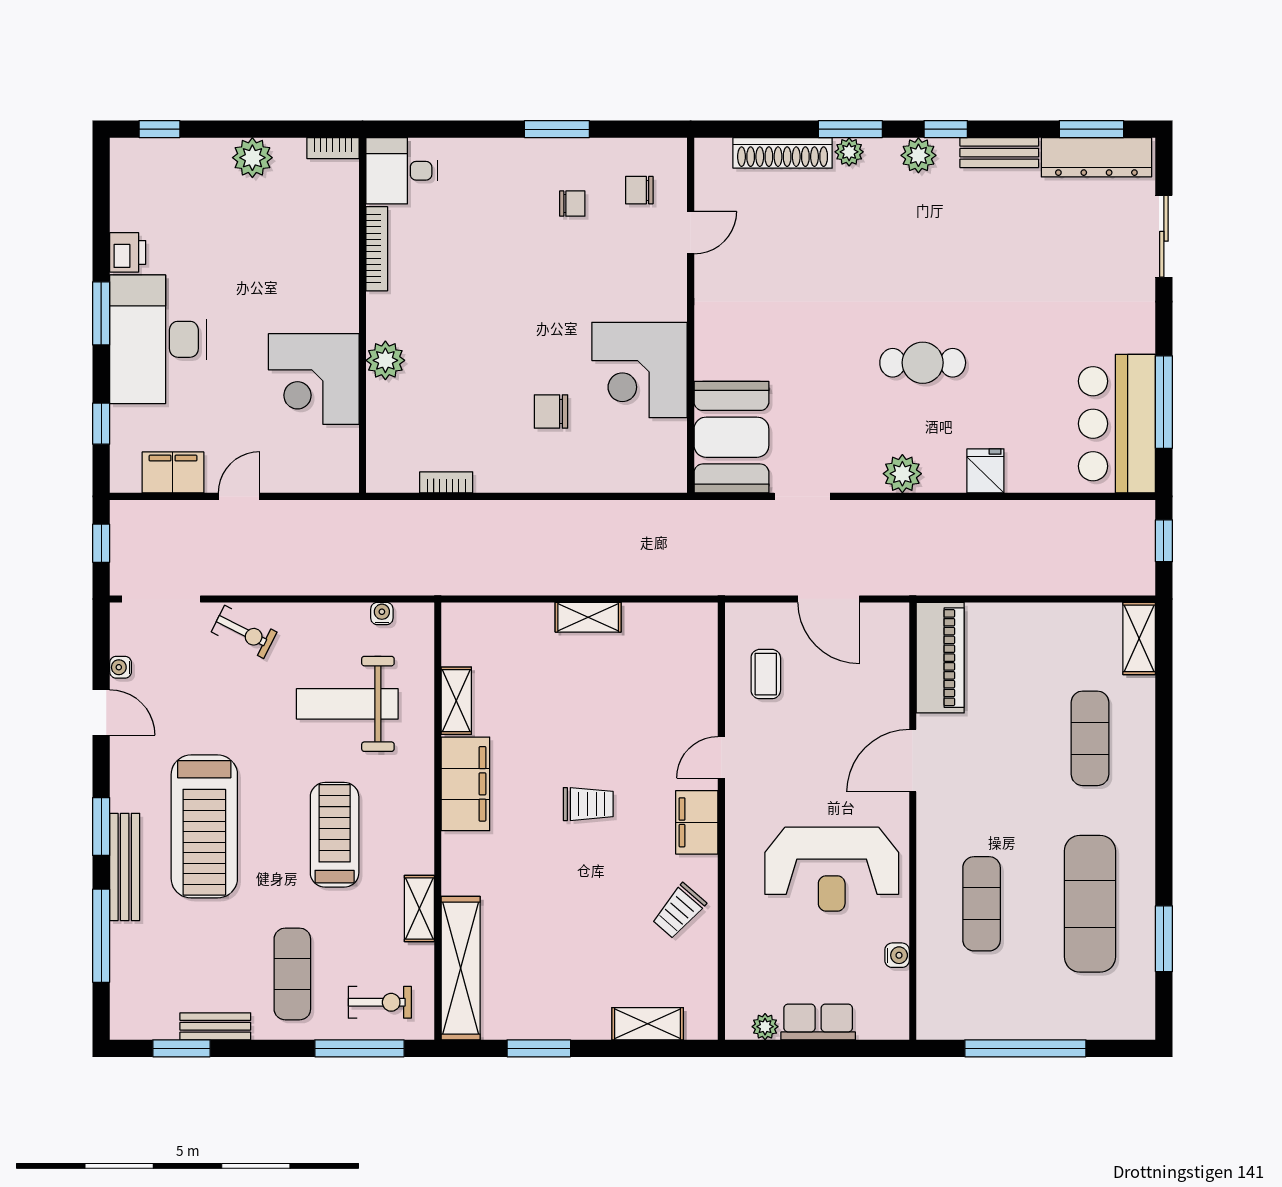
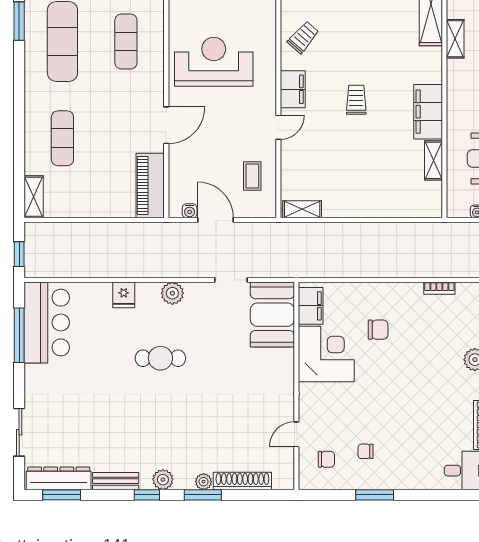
filing cabinet: (666, 452) -> (311, 306), added
shelving: (588, 617) -> (302, 209), moved
trolley: (588, 804) -> (356, 100), turned 90
water cooler: (897, 955) -> (190, 211), moved, turned -90

